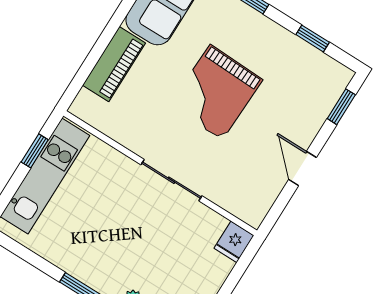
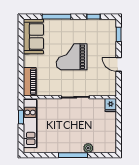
piano: (114, 64) -> (30, 82), moved
grand piano: (216, 92) -> (72, 57), turned 88

